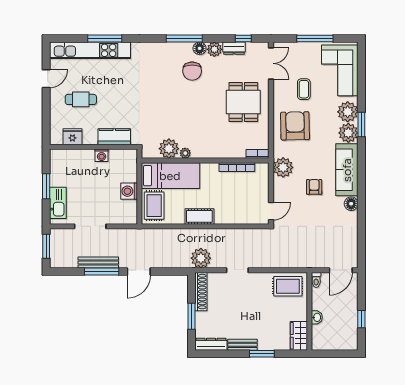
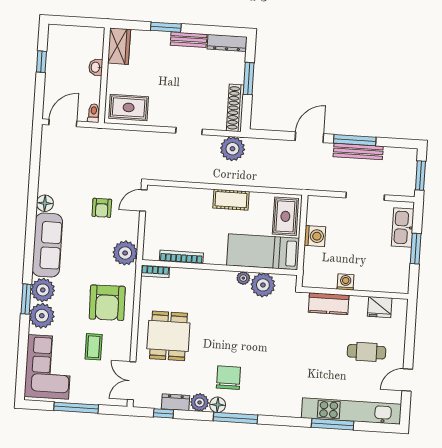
armchair: (314, 187) -> (102, 208), moved

